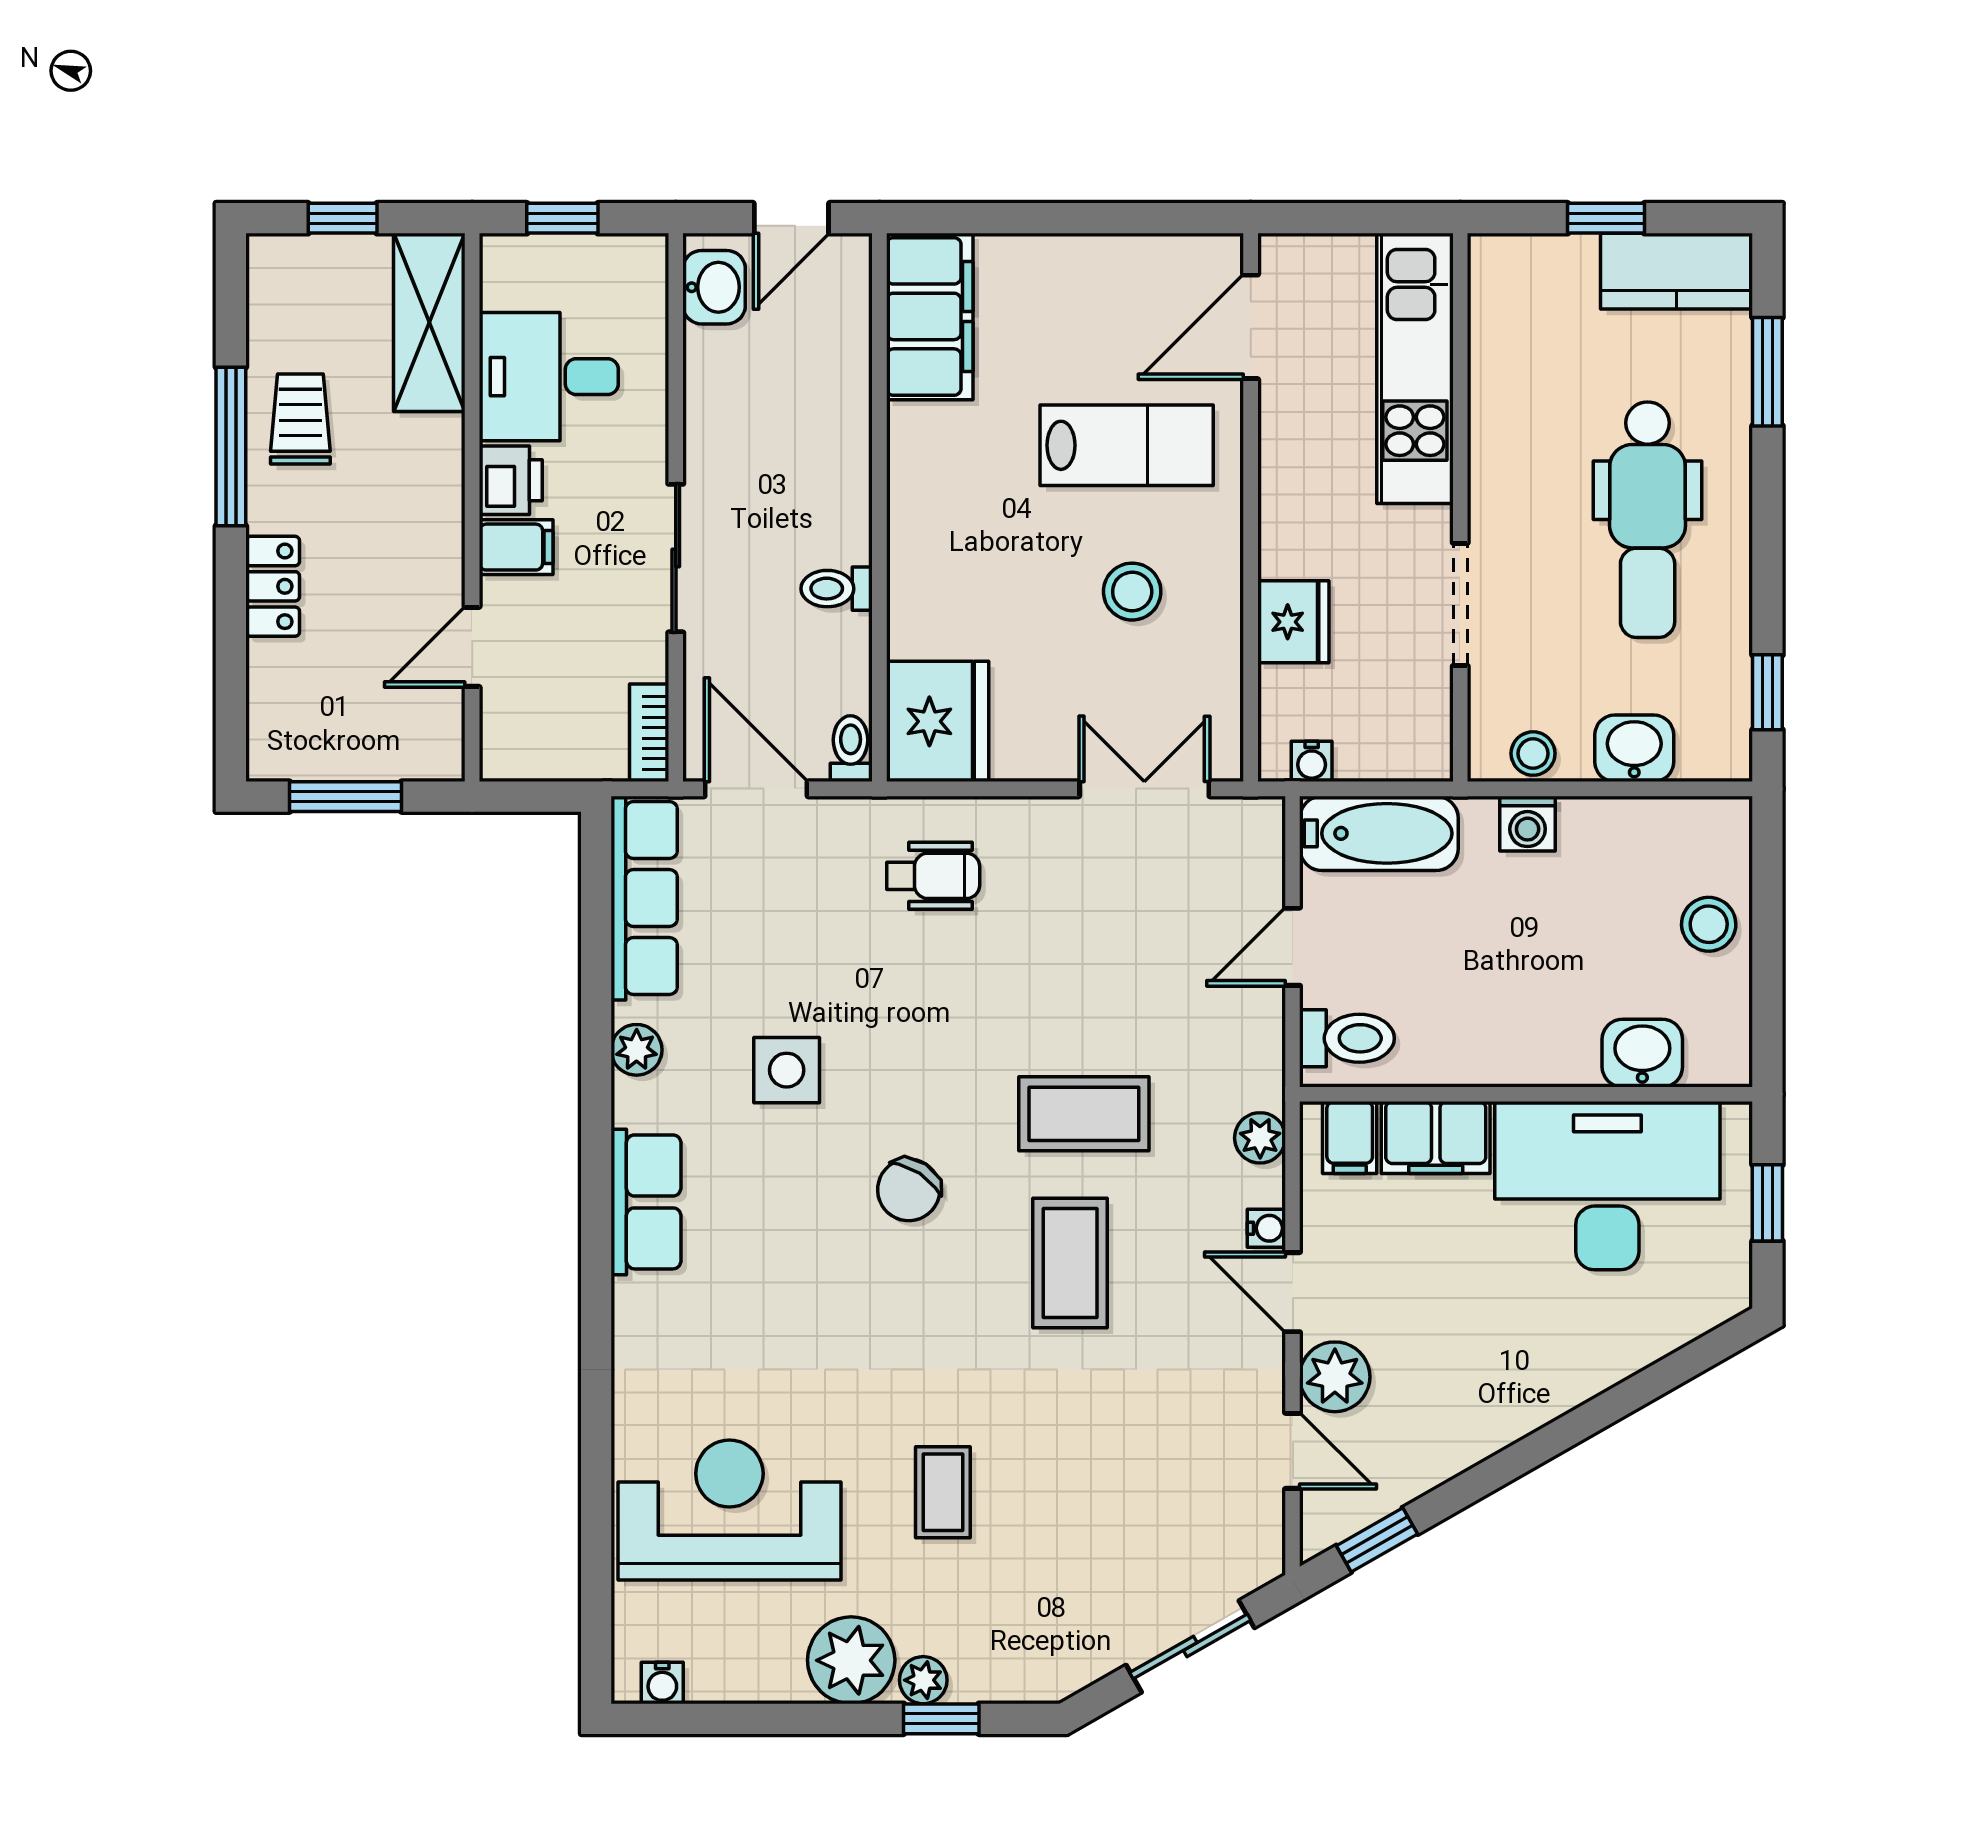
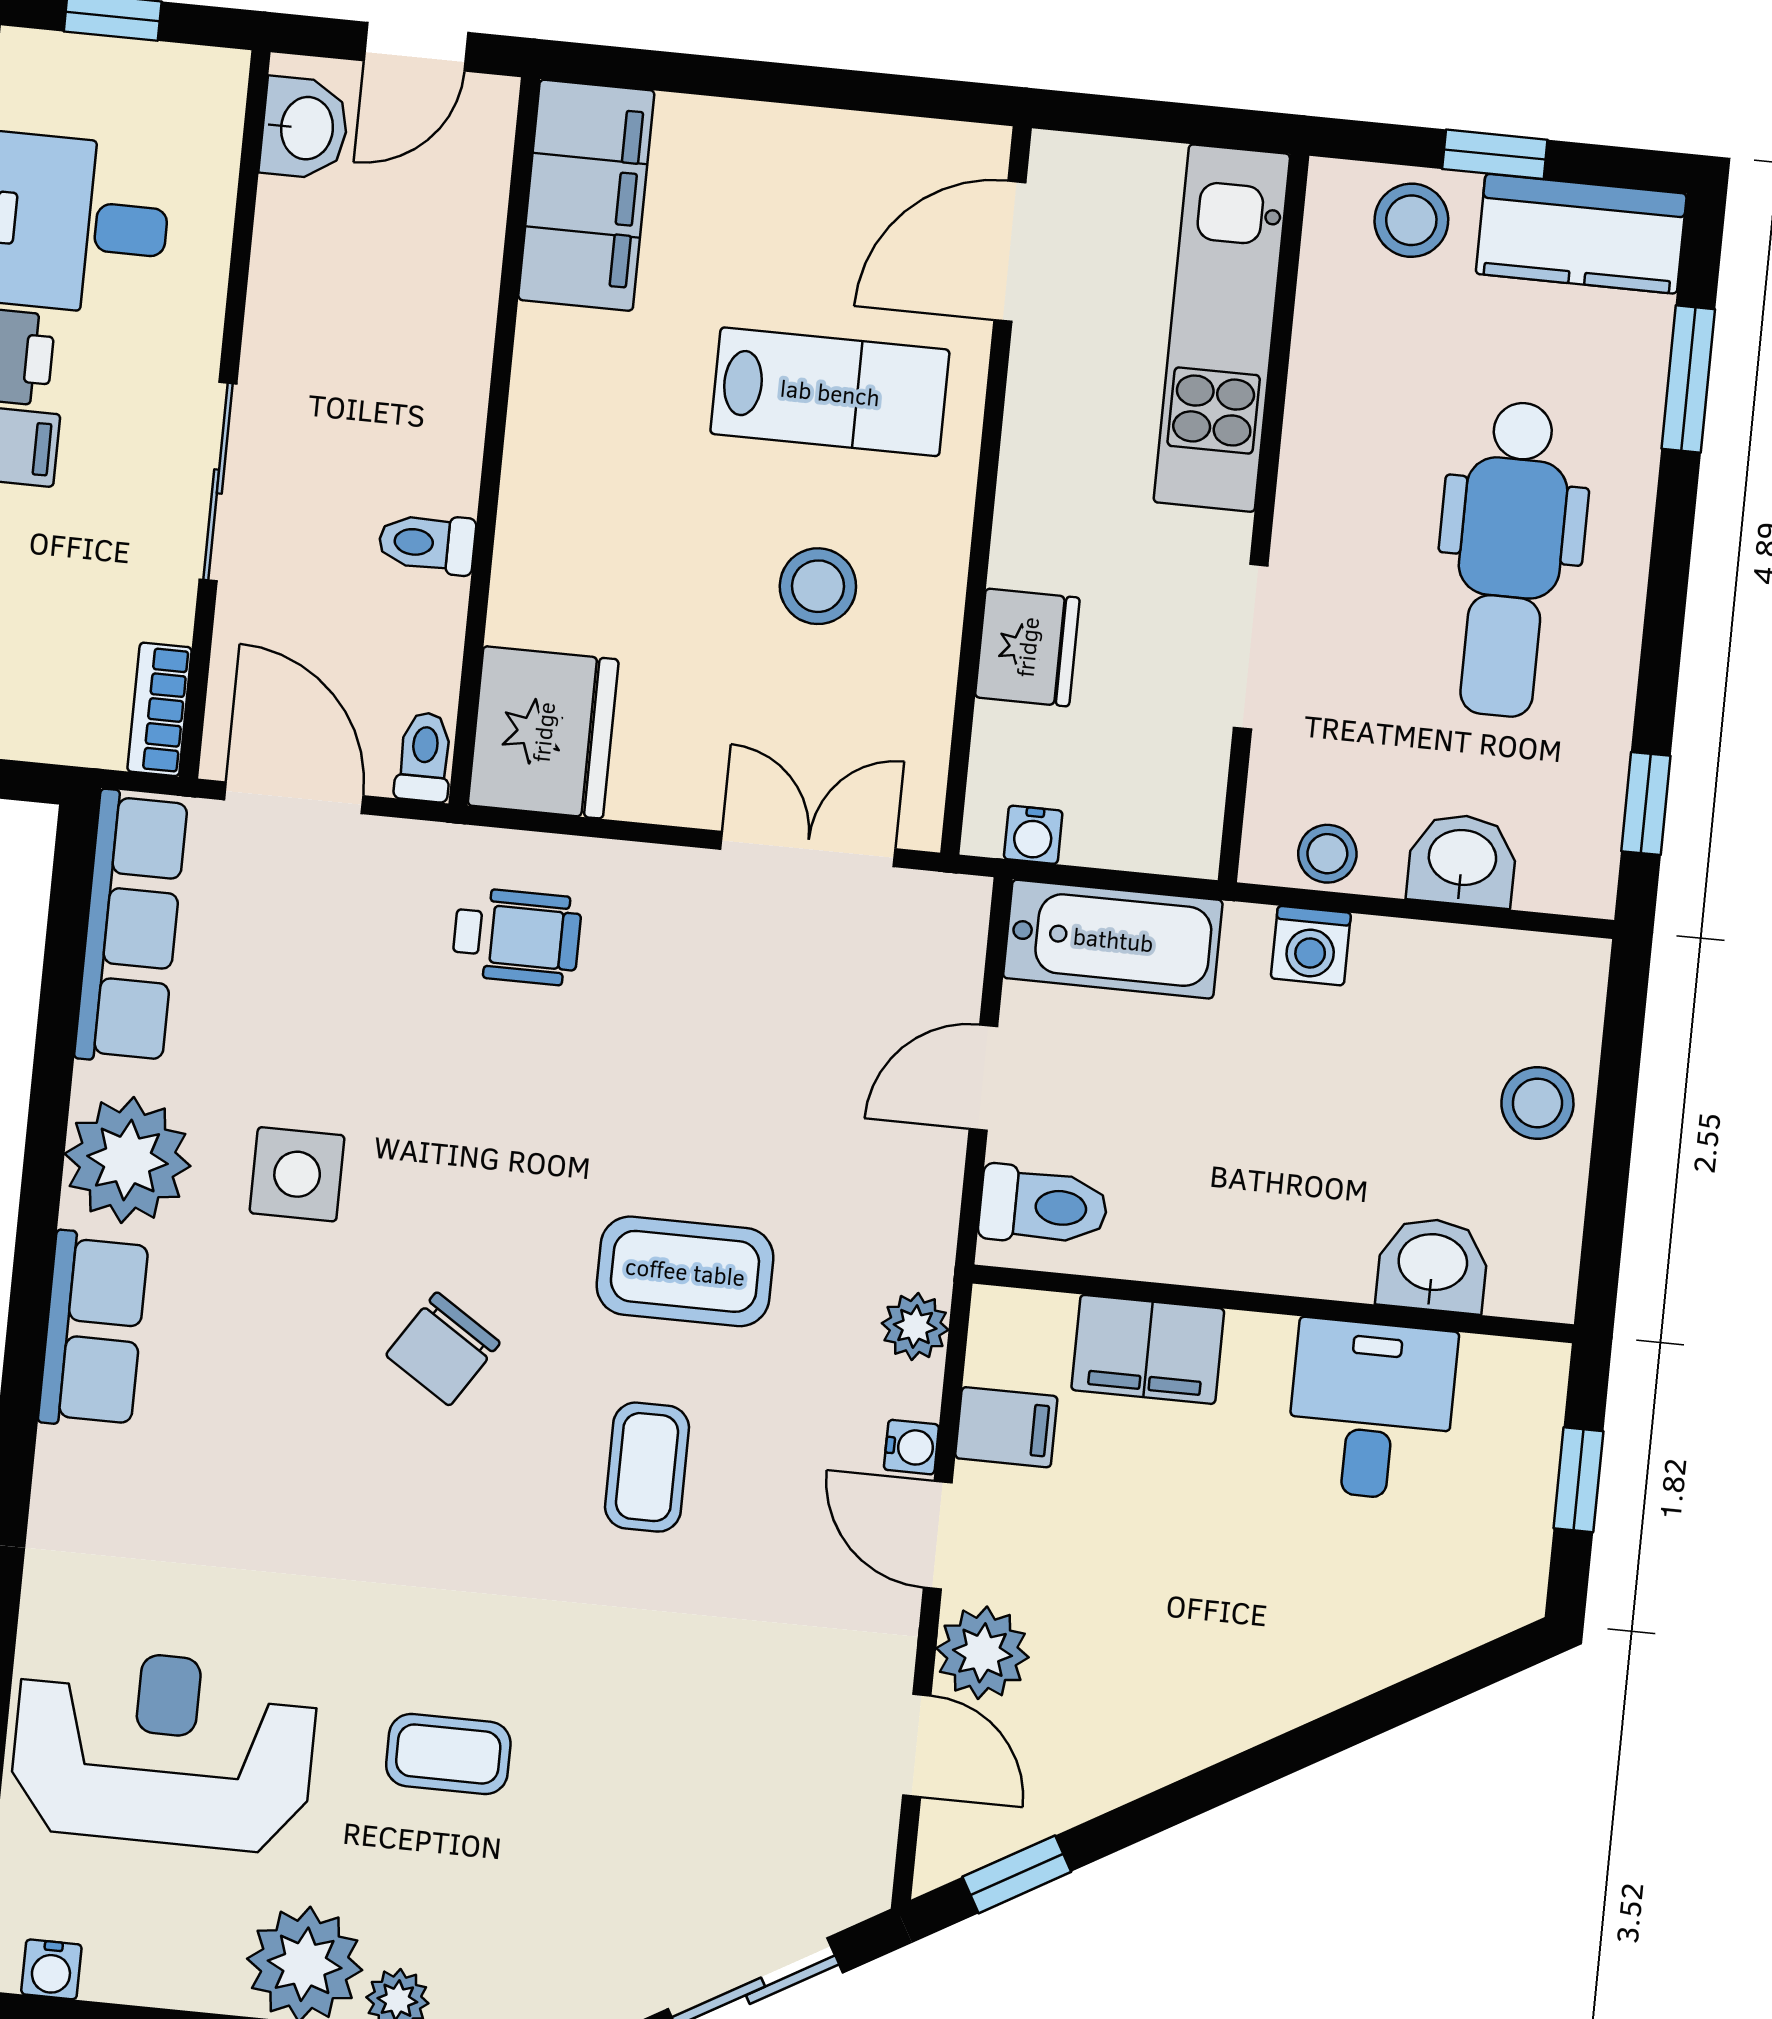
stool: (1549, 274) -> (1411, 220), added
plant: (637, 1050) -> (128, 1160), width x1.88, depth x1.88
filing cabinet: (1350, 1137) -> (1006, 1427), moved, turned -90
desk: (1607, 1186) -> (1371, 1410), width x0.53, depth x0.77
coffee table: (1070, 1263) -> (647, 1467), width x0.73, depth x0.77
coffee table: (943, 1492) -> (448, 1754), turned 90

